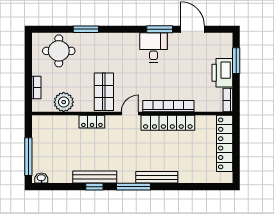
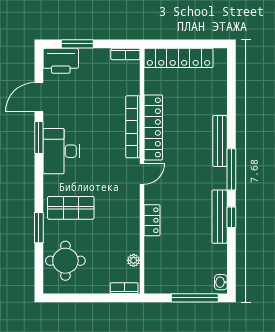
desk: (153, 47) -> (61, 151), width x1.37
printer: (222, 73) -> (61, 61), moved
bookcase: (36, 88) -> (124, 288), moved
shop shelf: (104, 92) -> (71, 208), moved
plant: (64, 102) -> (134, 260), width x0.53, depth x0.53
door: (130, 114) -> (142, 174), swing flipped

